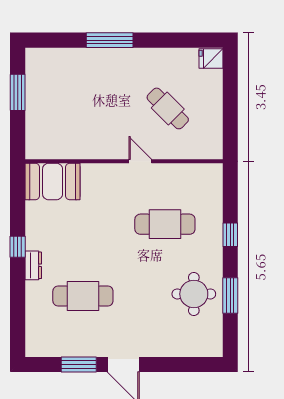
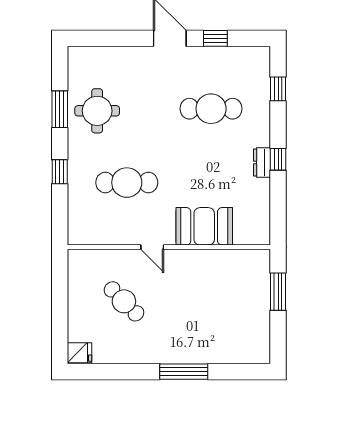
window: (18, 92) -> (278, 292), moved
booth: (53, 182) -> (204, 226), moved
dresser: (33, 265) -> (262, 162), moved
window: (18, 315) -> (278, 89), added
window: (79, 364) -> (215, 38), width x0.67

